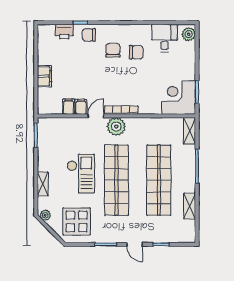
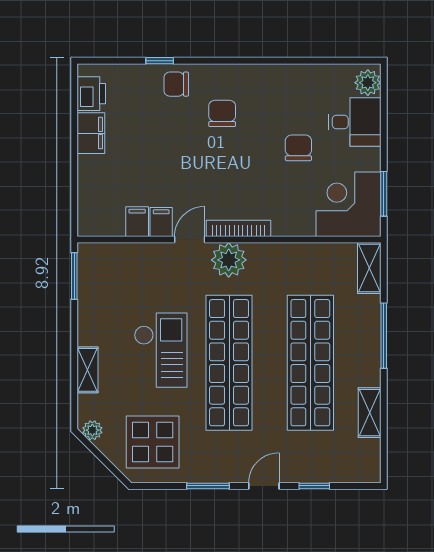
printer: (64, 32) -> (91, 94), moved, turned -90
desk: (165, 38) -> (354, 122), moved, turned 90
chair: (136, 52) -> (298, 148), moved, turned -90
filing cabinet: (44, 76) -> (91, 133), moved
door: (135, 244) -> (264, 486), swing flipped

